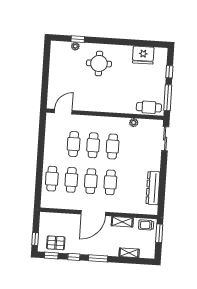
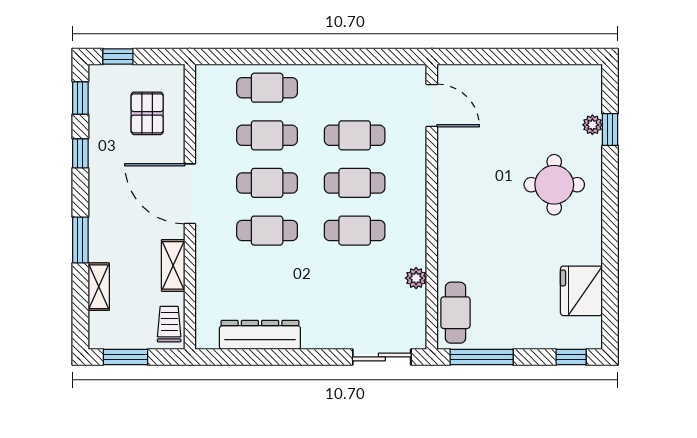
window: (169, 72) -> (571, 357), moved
window: (159, 233) -> (125, 357), moved
pallet: (56, 243) -> (147, 113), moved
window: (98, 258) -> (80, 240), moved

